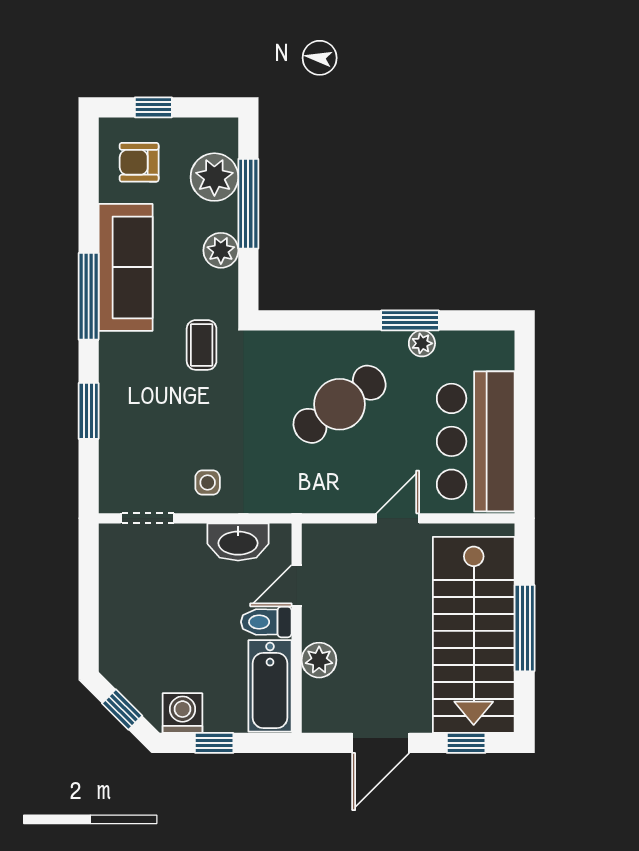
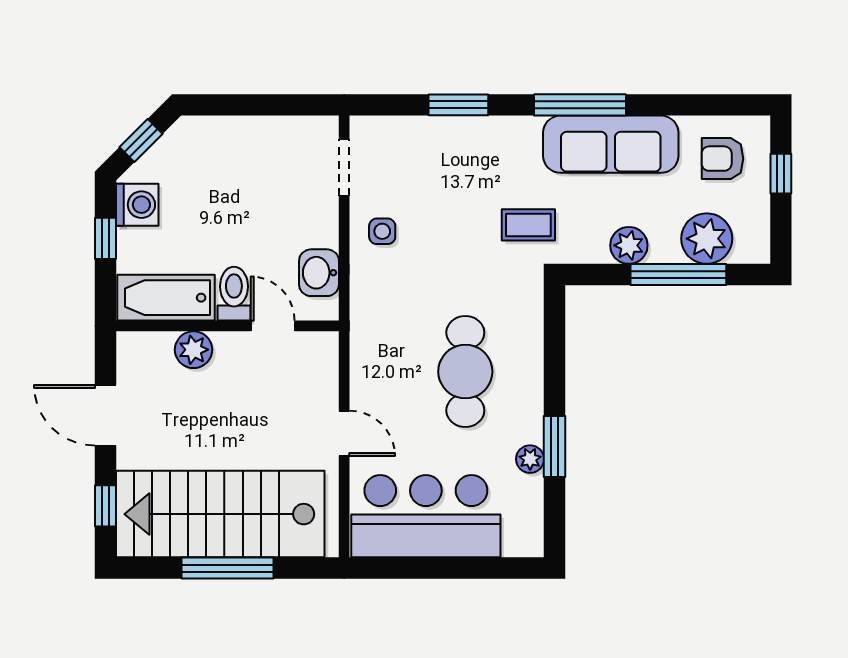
armchair: (139, 162) -> (722, 159), turned -90
cafe table: (340, 404) -> (465, 372), turned 36
washbasin: (238, 542) -> (319, 273), width x0.72

